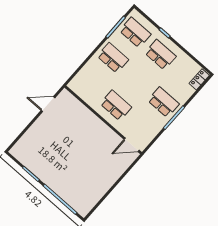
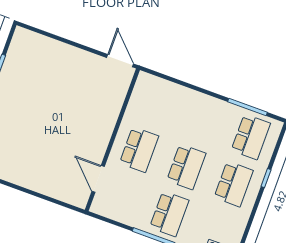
school desk: (113, 58) -> (186, 167), moved
door: (48, 104) -> (120, 61), moved
door: (132, 145) -> (98, 179), moved

